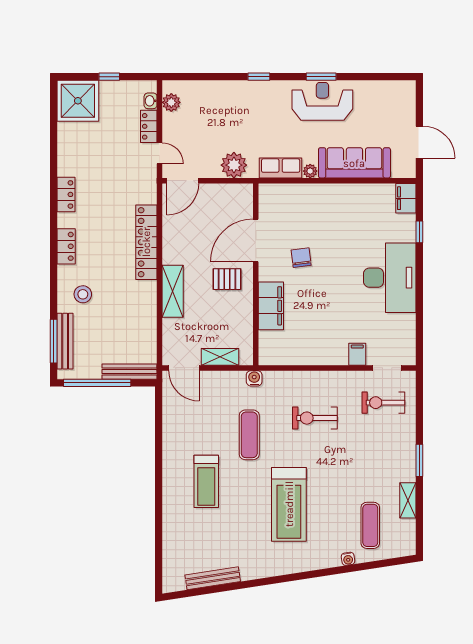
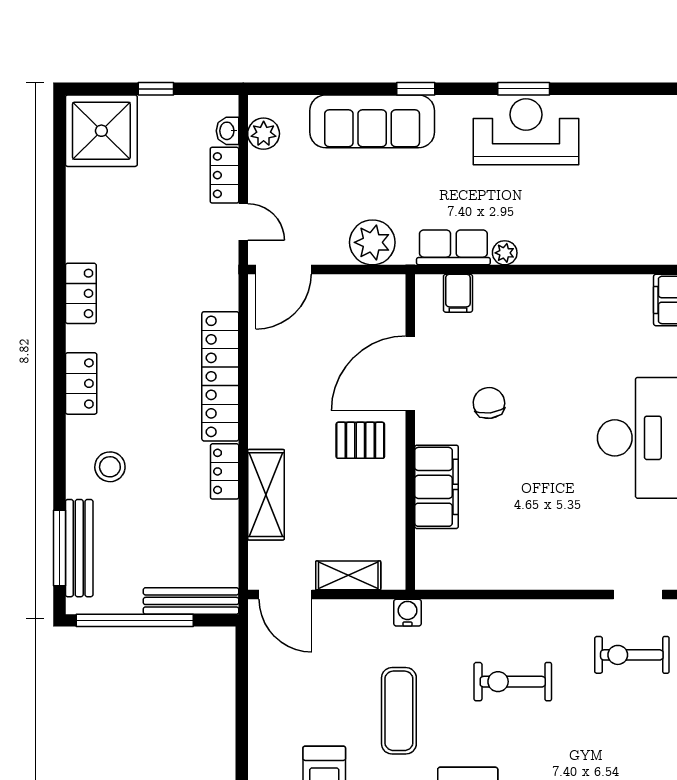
sofa: (354, 163) -> (372, 121), moved, turned 180
shelving: (173, 291) -> (266, 495), moved
locker: (149, 297) -> (225, 471), added
filing cabinet: (357, 354) -> (458, 293), moved, turned 180

